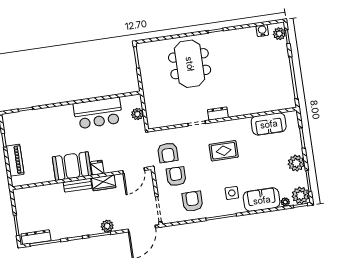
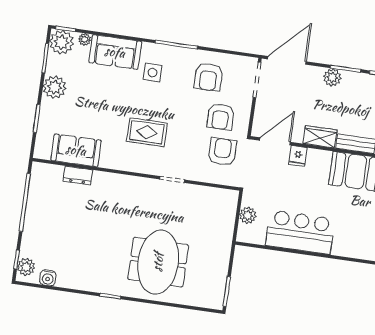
dresser: (218, 114) -> (78, 175), moved
fridge: (97, 168) -> (298, 156), moved

